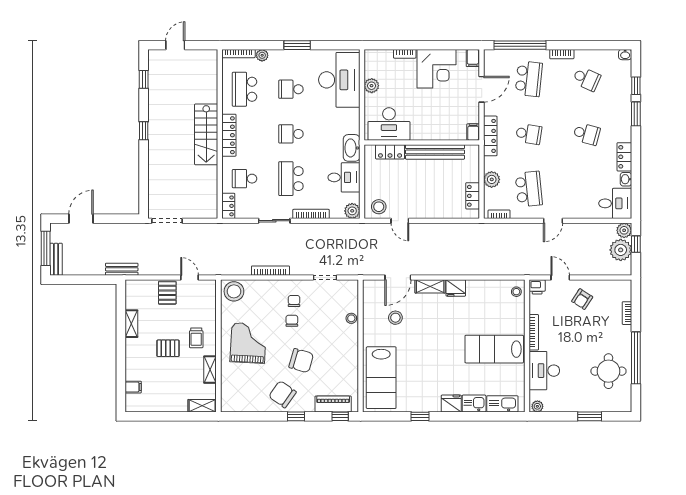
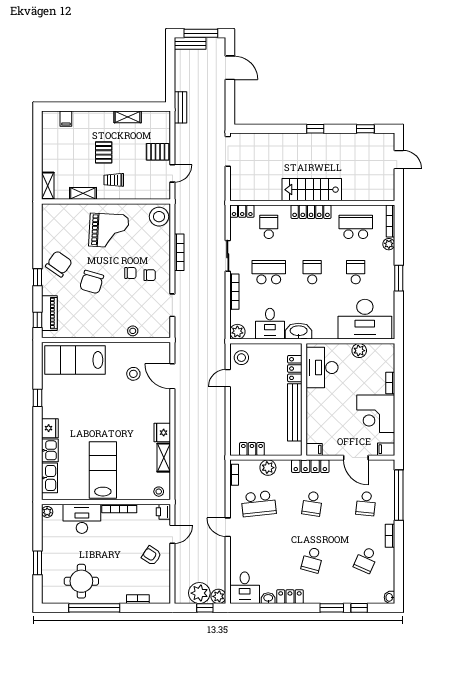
school desk: (529, 79) -> (366, 504), width x0.54
shelving: (430, 286) -> (164, 458), moved

